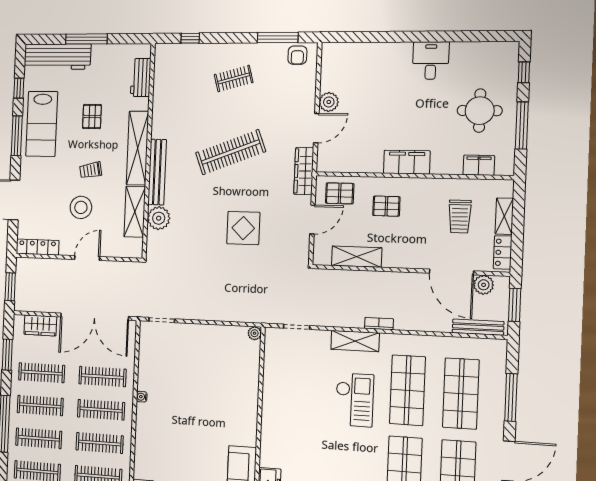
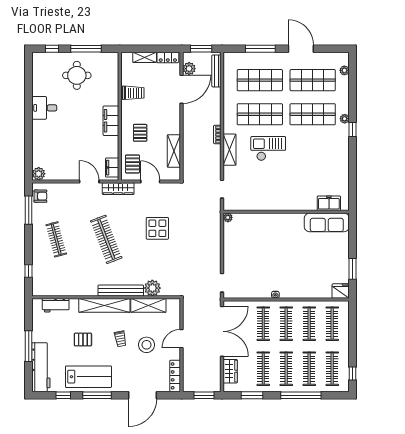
clothes rail: (234, 79) -> (56, 239), width x1.36
plant: (329, 102) -> (39, 174), moved
filing cabinet: (479, 165) -> (112, 168), moved
trolley: (460, 216) -> (133, 93), moved
door: (87, 258) -> (182, 339), hinge flipped

